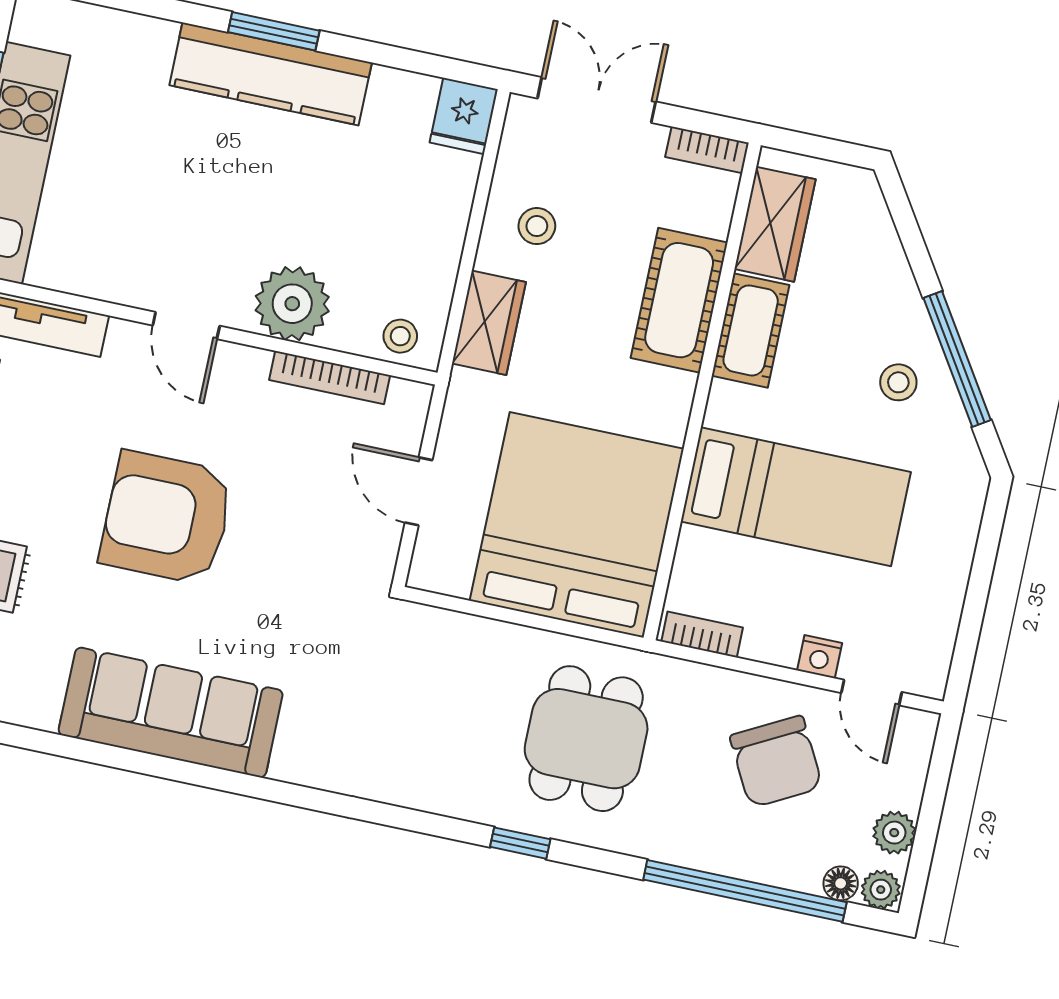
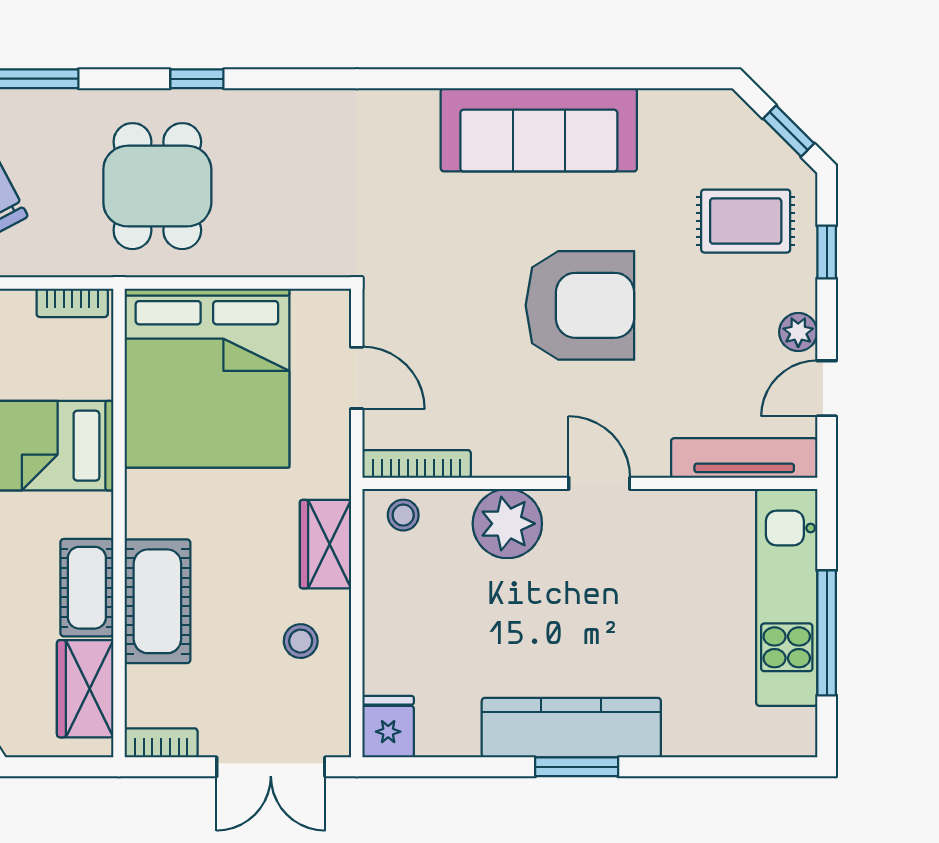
bookcase: (330, 378) -> (417, 464), moved

